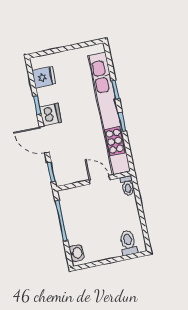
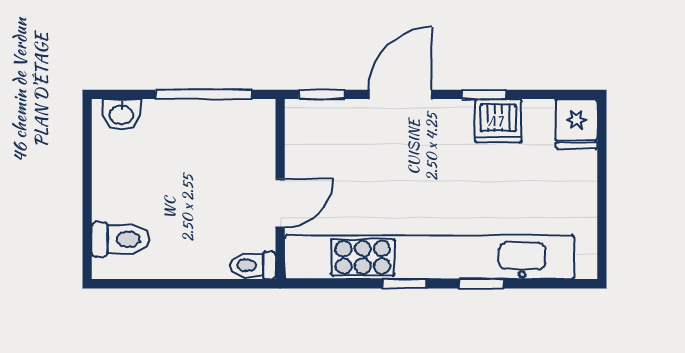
fridge: (44, 77) -> (577, 124), moved
dishwasher: (50, 114) -> (498, 121), moved

